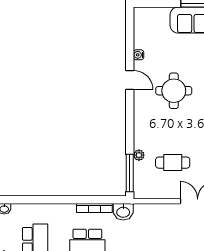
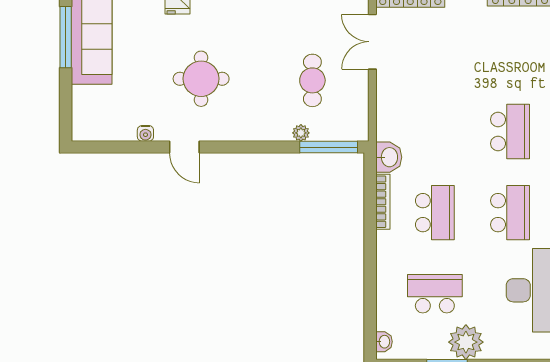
door: (130, 80) -> (184, 147), swing flipped

